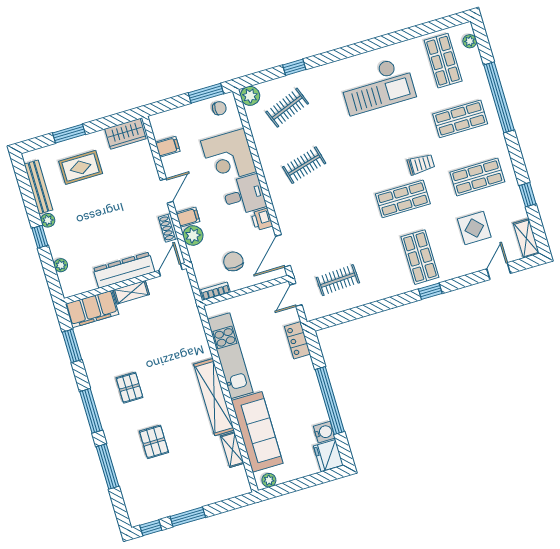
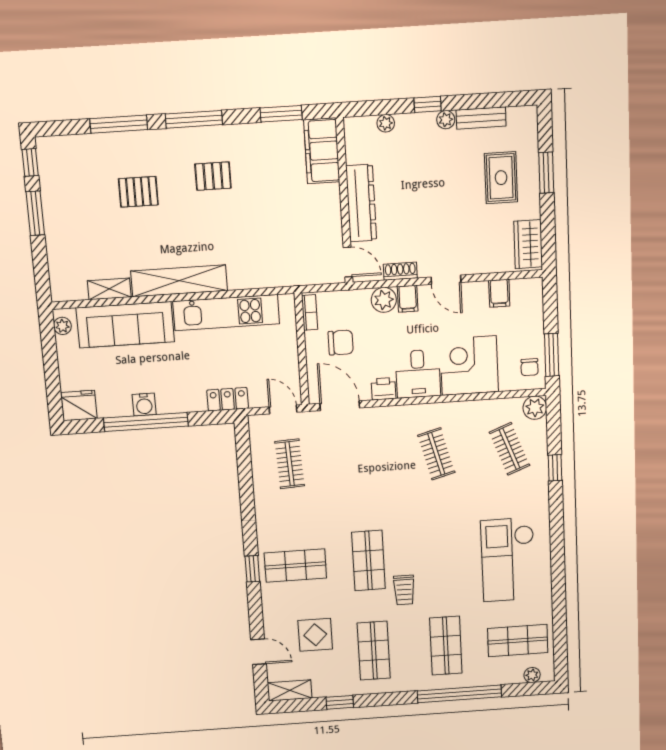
bench: (38, 187) -> (481, 118), width x0.73
shelving: (131, 292) -> (332, 206), removed
water cooler: (324, 432) -> (144, 405), moved

